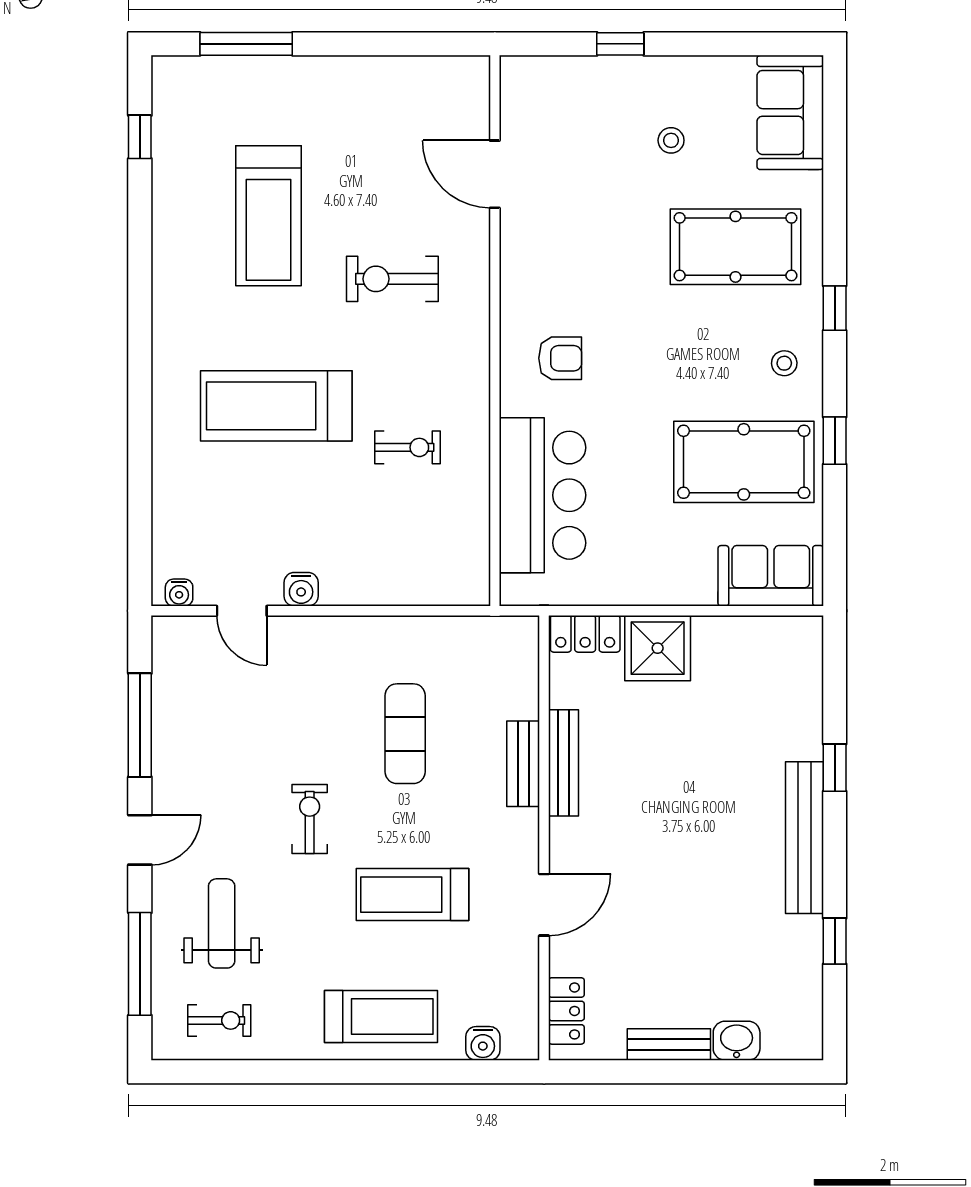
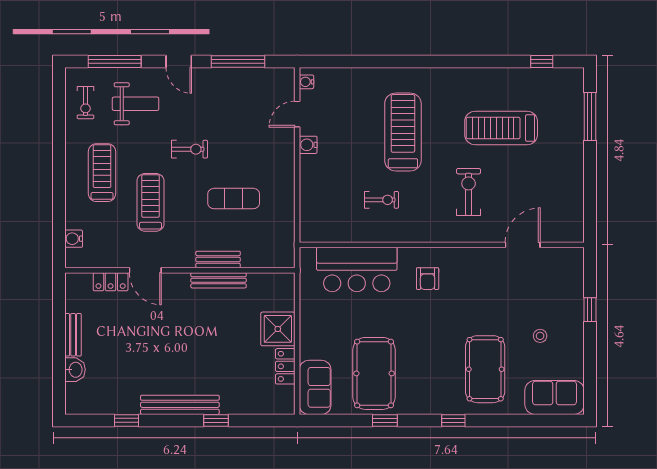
stool: (784, 363) -> (425, 394), removed
exercise bike: (408, 447) -> (381, 200), turned -90
locker: (585, 634) -> (285, 366), moved
locker: (566, 1011) -> (111, 282), moved
treadmill: (381, 1017) -> (102, 173), moved, turned 180

